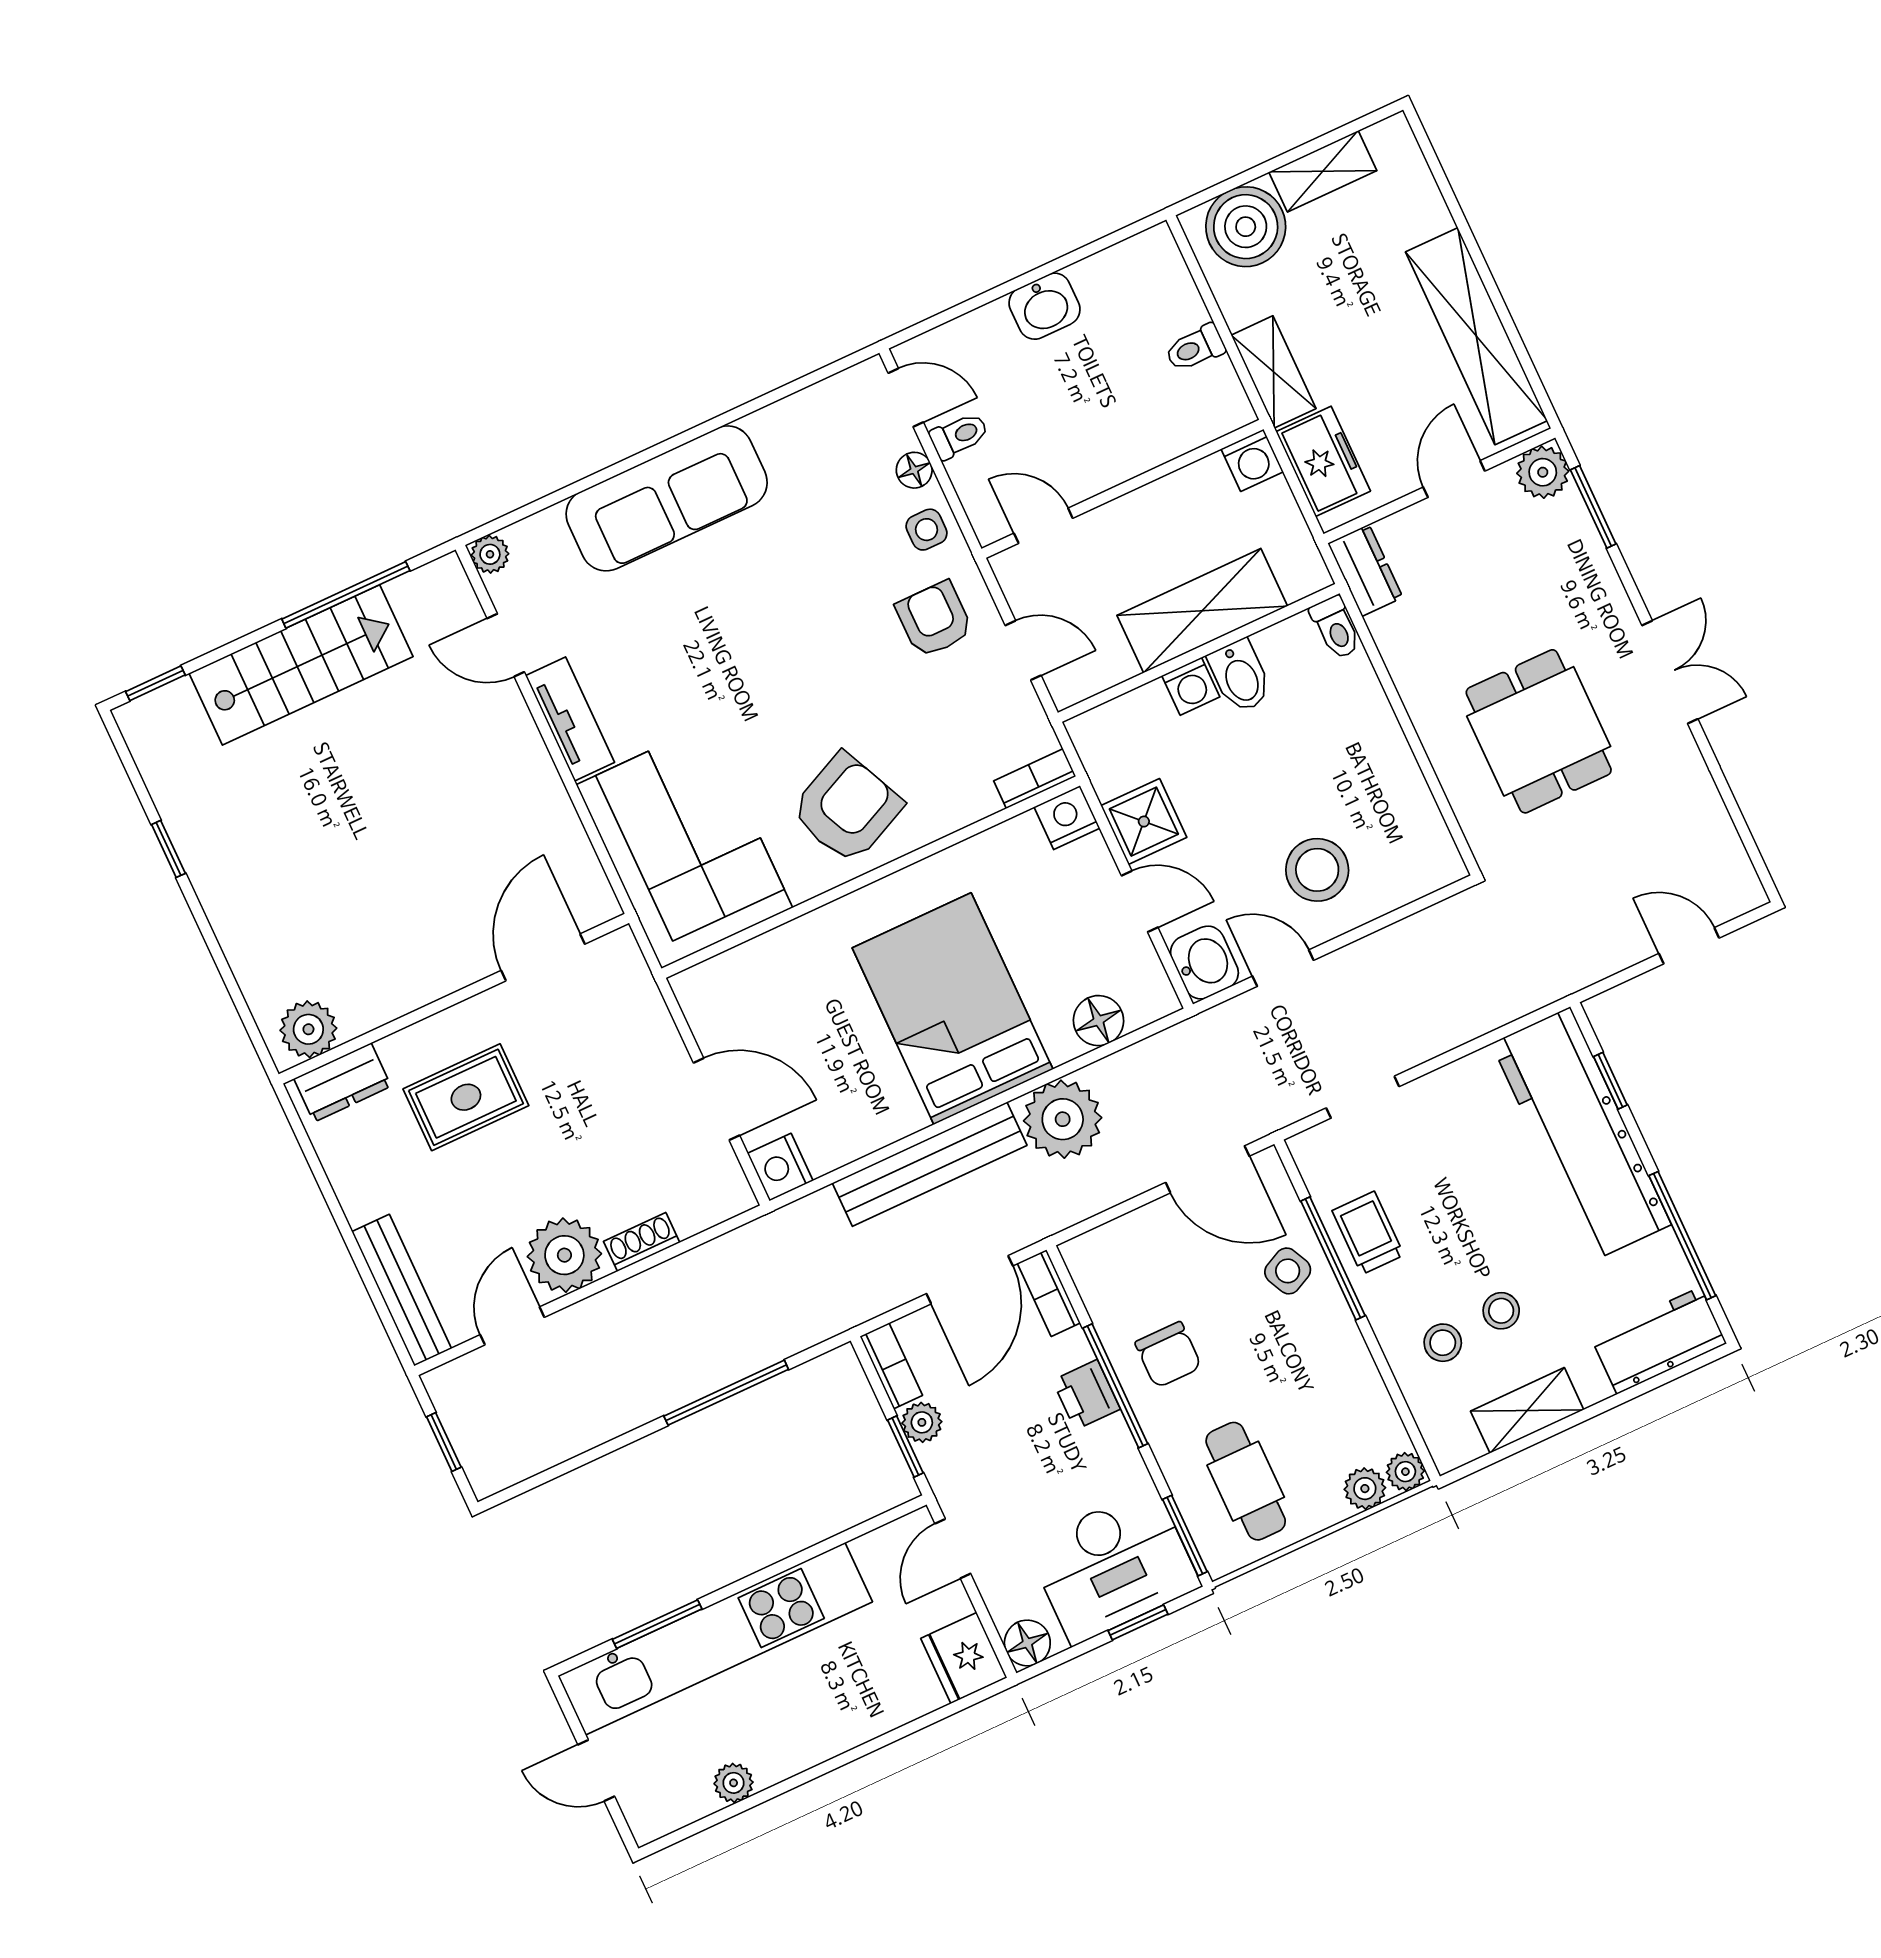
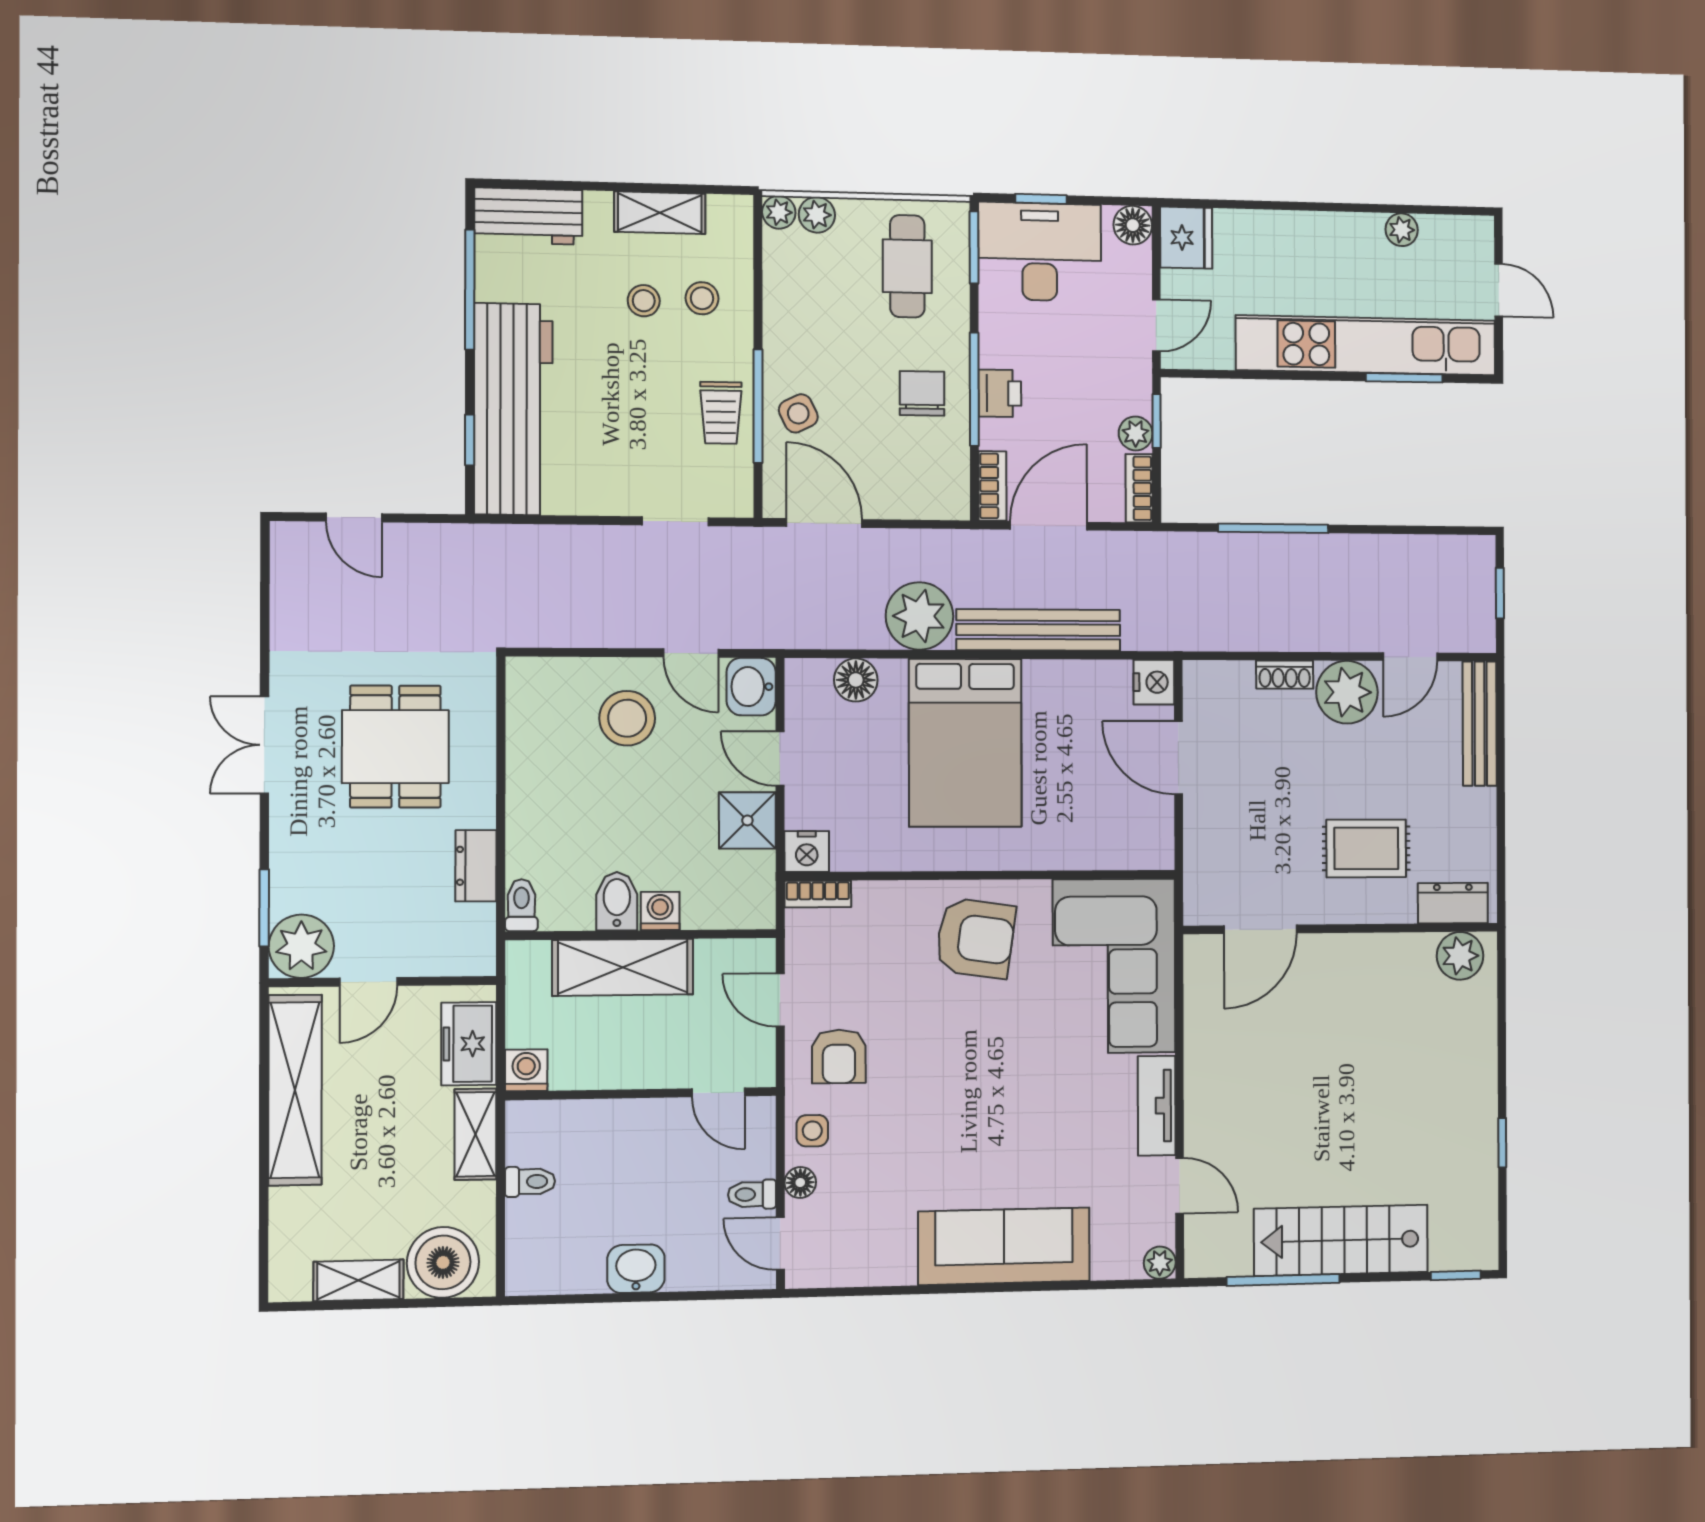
plant: (1543, 472) -> (301, 946), width x1.36, depth x1.36
dresser: (1365, 570) -> (476, 866), moved
armchair: (847, 808) -> (975, 938), turned -147

